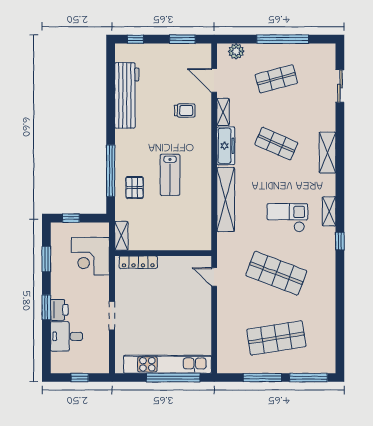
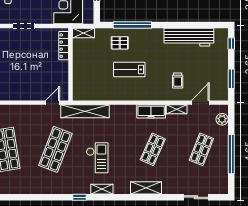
shop shelf: (276, 79) -> (201, 149), turned 36
shelving: (226, 200) -> (85, 111), moved

